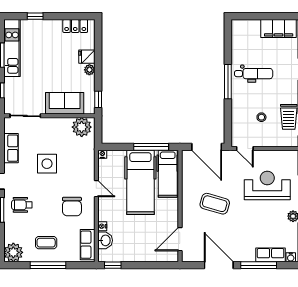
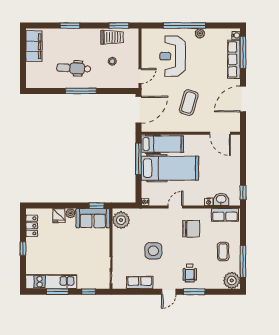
window: (35, 16) -> (23, 249), moved
dental chair: (254, 74) -> (74, 68), turned -87
sofa: (65, 103) -> (93, 218), moved, turned -90
row of seats: (271, 255) -> (234, 59), width x1.48
window: (48, 265) -> (243, 261), moved
window: (259, 265) -> (243, 52), moved

